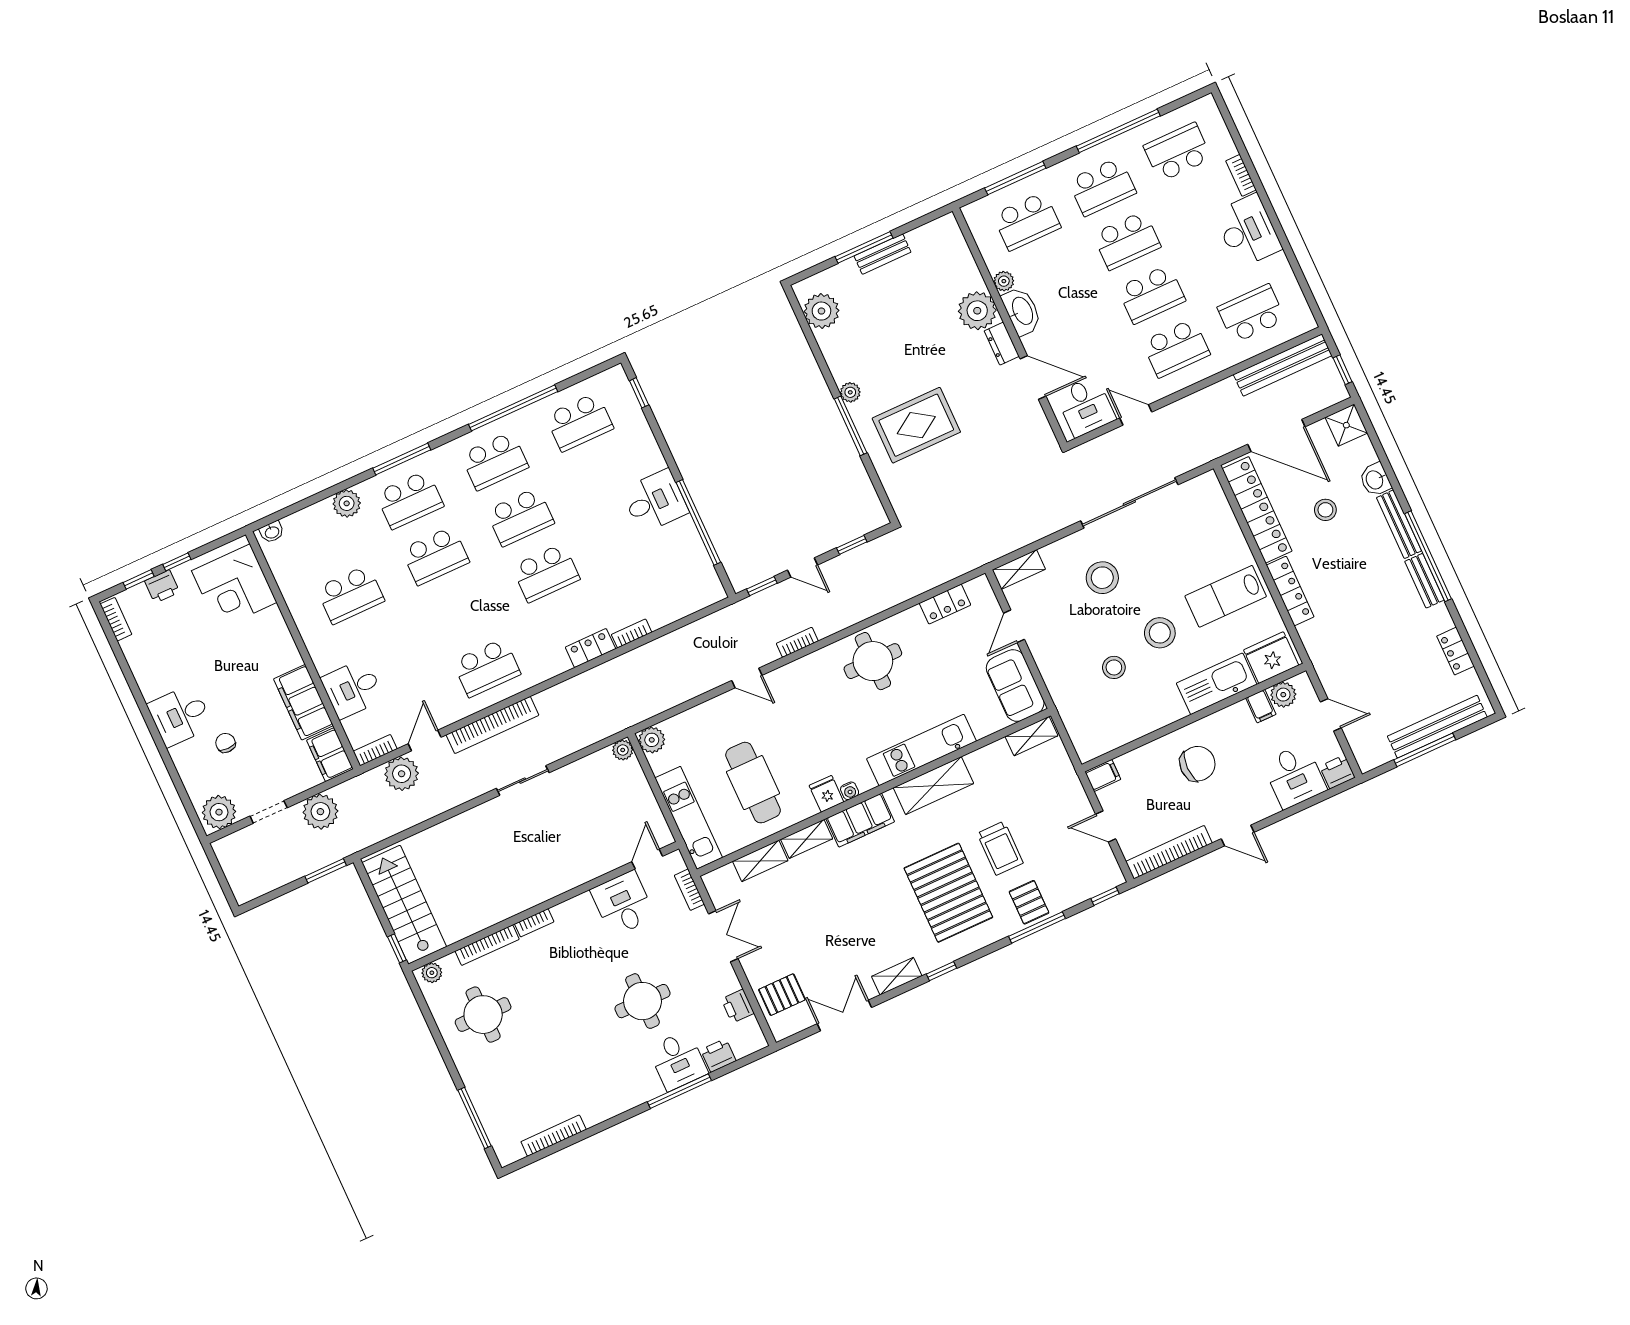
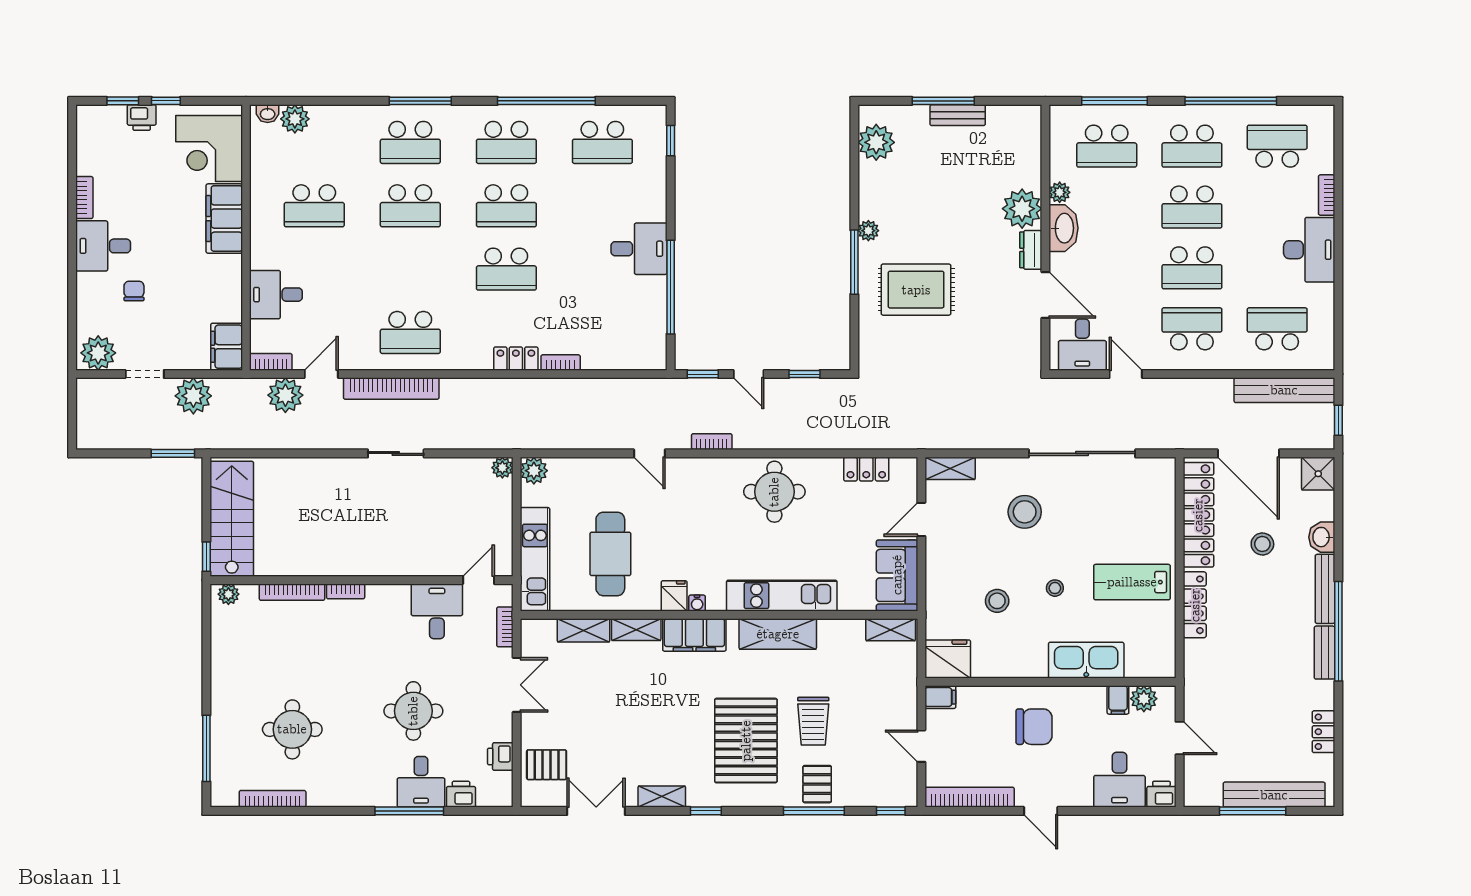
school desk: (1176, 348) -> (1192, 329), turned 180
plant: (347, 503) -> (295, 119), moved
bookcase: (116, 619) -> (84, 198), moved
stool: (1160, 633) -> (1055, 588), width x0.53, depth x0.53
fridge: (1271, 658) -> (948, 659), moved
filing cabinet: (303, 702) -> (224, 219), moved
round table: (483, 1015) -> (292, 729), moved

